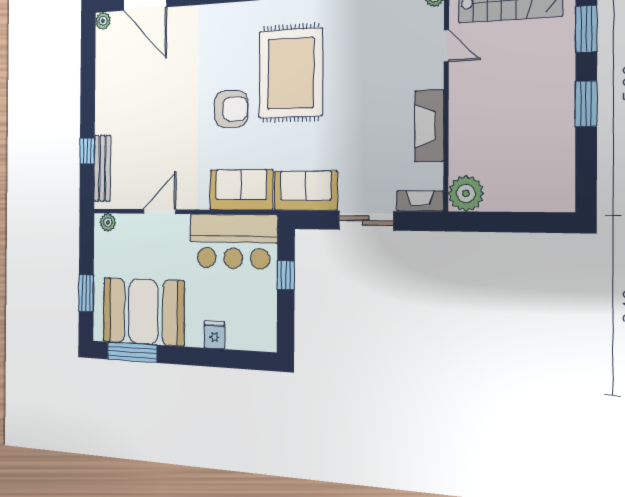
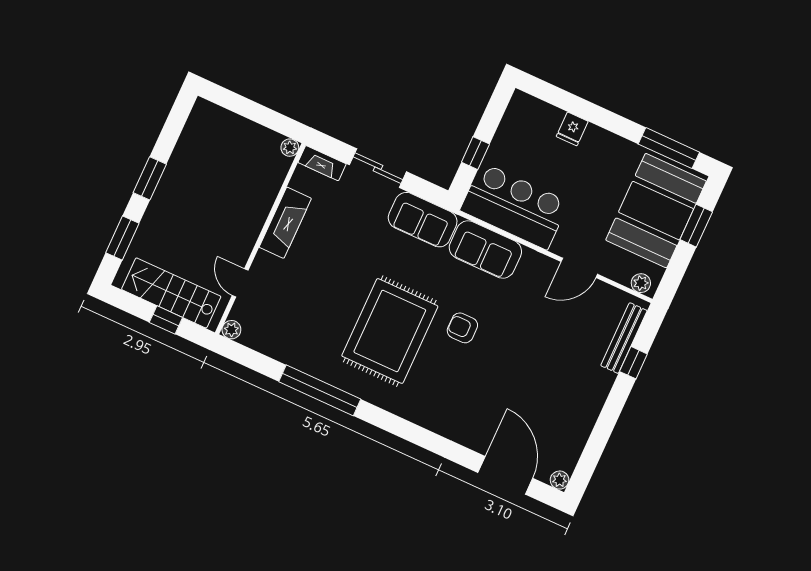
armchair: (231, 109) -> (462, 328), width x0.72, depth x0.72
plant: (466, 193) -> (290, 148), width x0.53, depth x0.53
booth: (143, 311) -> (656, 211), moved, turned 90

